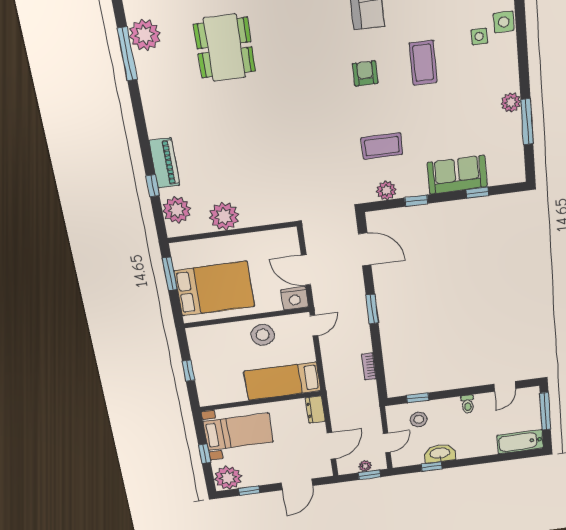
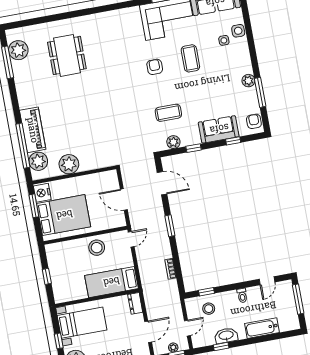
piano: (165, 163) -> (33, 130), width x1.37, depth x1.33
armchair: (512, 165) -> (254, 121), added
window: (153, 186) -> (23, 146), width x3.17
nightstand: (295, 298) -> (42, 193), moved, turned 90
bathtub: (520, 442) -> (262, 328), moved

